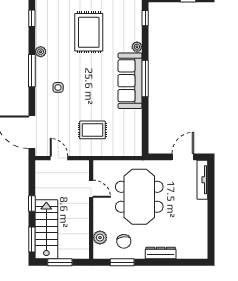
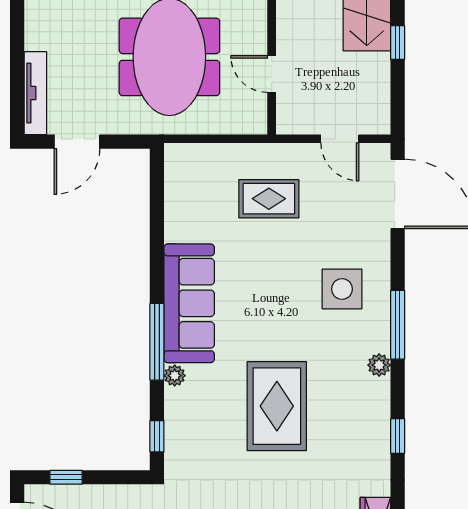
window: (145, 79) -> (157, 342), moved
side table: (58, 87) -> (342, 289), width x1.87, depth x1.87

